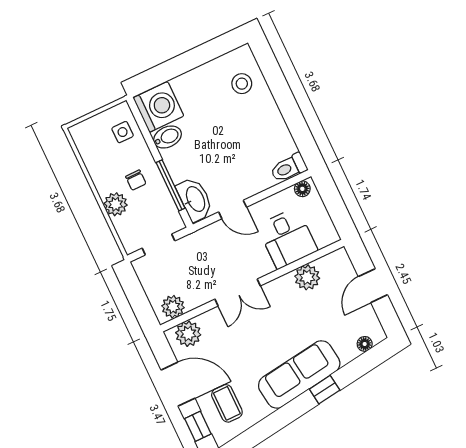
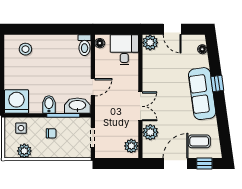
bidet: (167, 137) -> (49, 104), moved
plant: (116, 204) -> (24, 151), moved
desk: (287, 238) -> (124, 50), moved, turned -90
plant: (307, 277) -> (150, 43), moved
plant: (188, 334) -> (150, 132), moved

